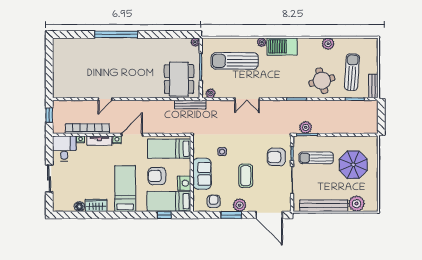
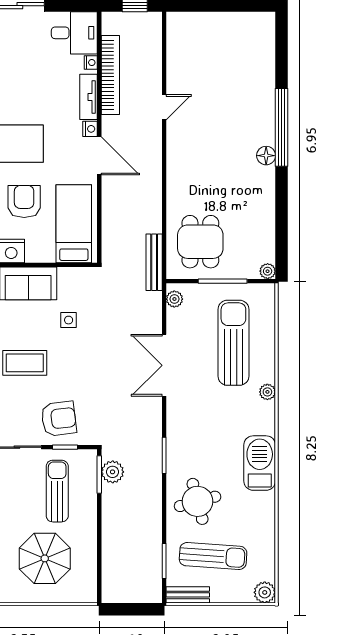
floor lamp: (132, 43) -> (266, 156), added
plant: (328, 44) -> (265, 592), moved
barbecue: (282, 46) -> (260, 463), moved
dining table: (179, 79) -> (200, 242), width x0.73
door: (105, 99) -> (164, 107), swing flipped
double door: (247, 99) -> (164, 365), width x1.37
armchair: (276, 157) -> (59, 419), turned 83

